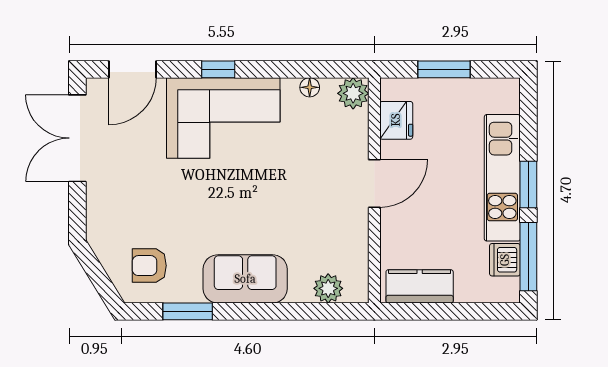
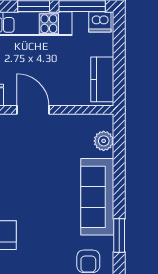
dishwasher: (505, 260) -> (100, 22), moved
sofa: (245, 279) -> (97, 197), width x1.36

